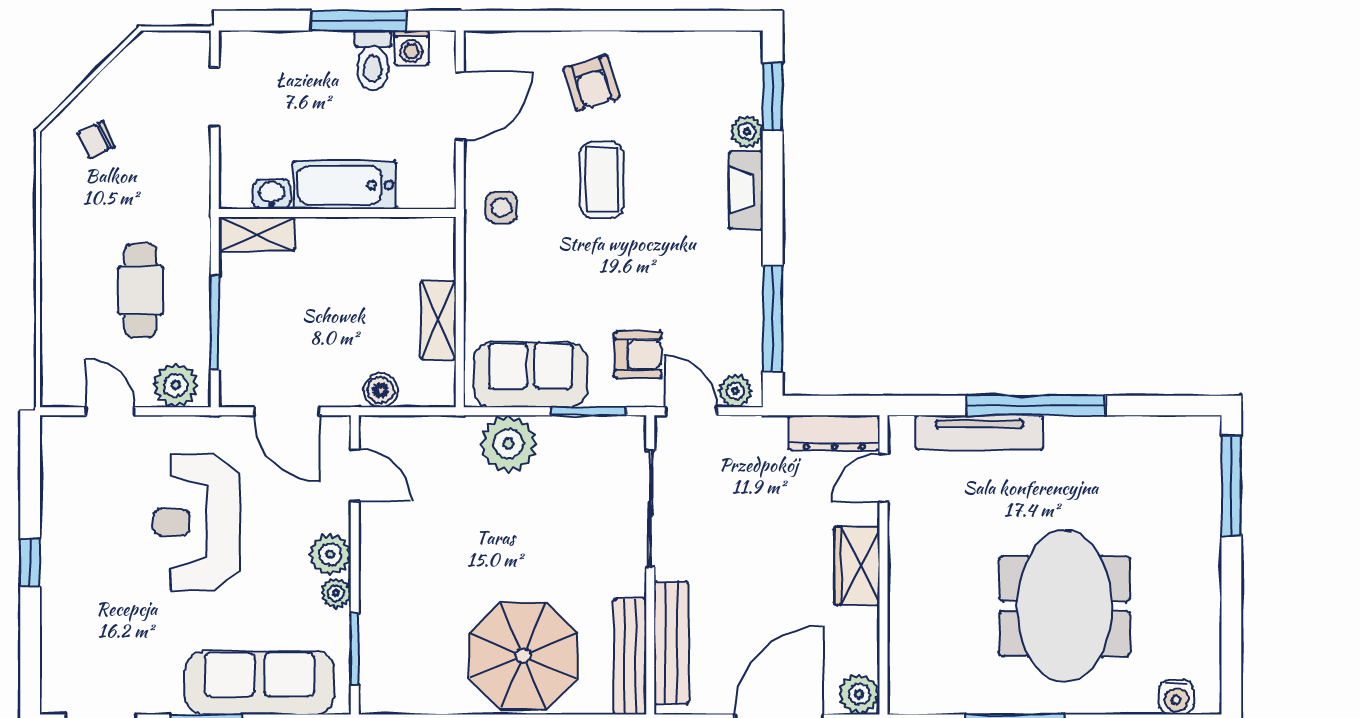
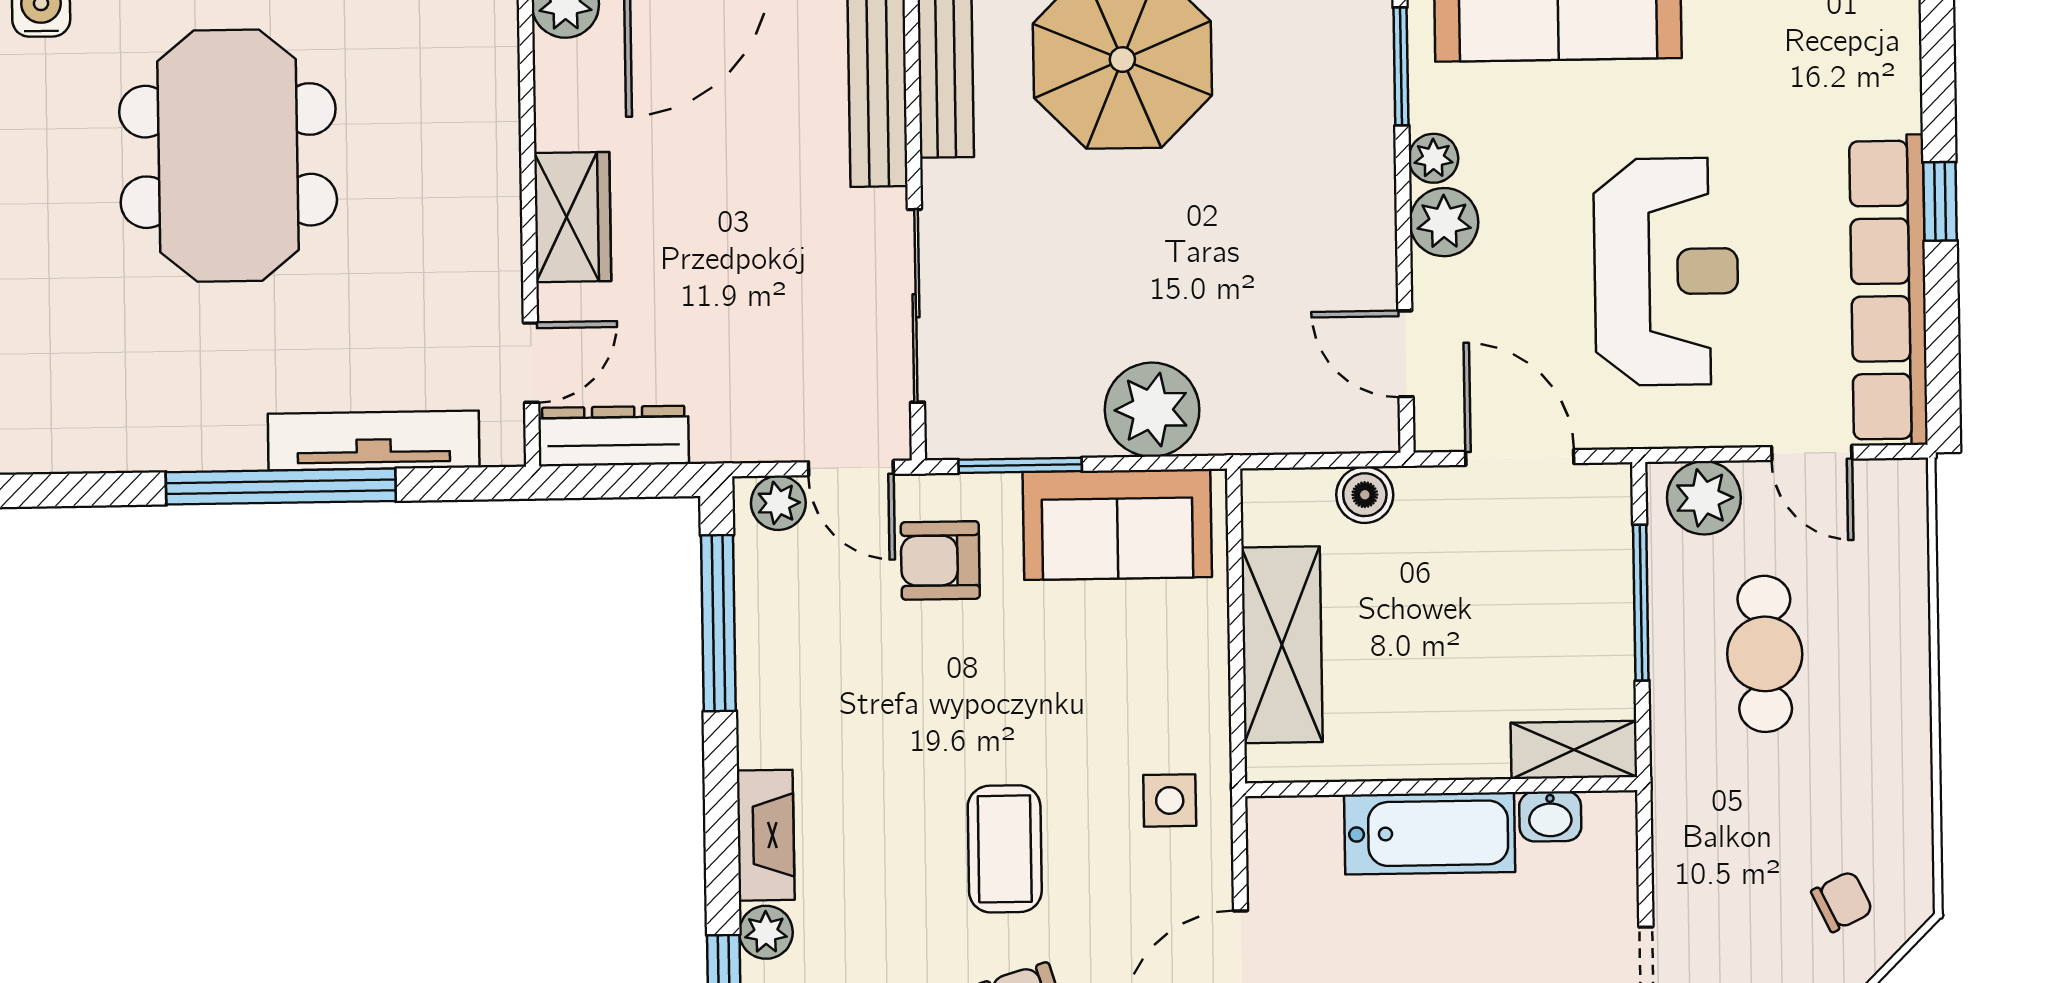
shelving: (438, 320) -> (1282, 645), width x1.50, depth x1.33
row of seats: (62, 509) -> (1888, 290), added

